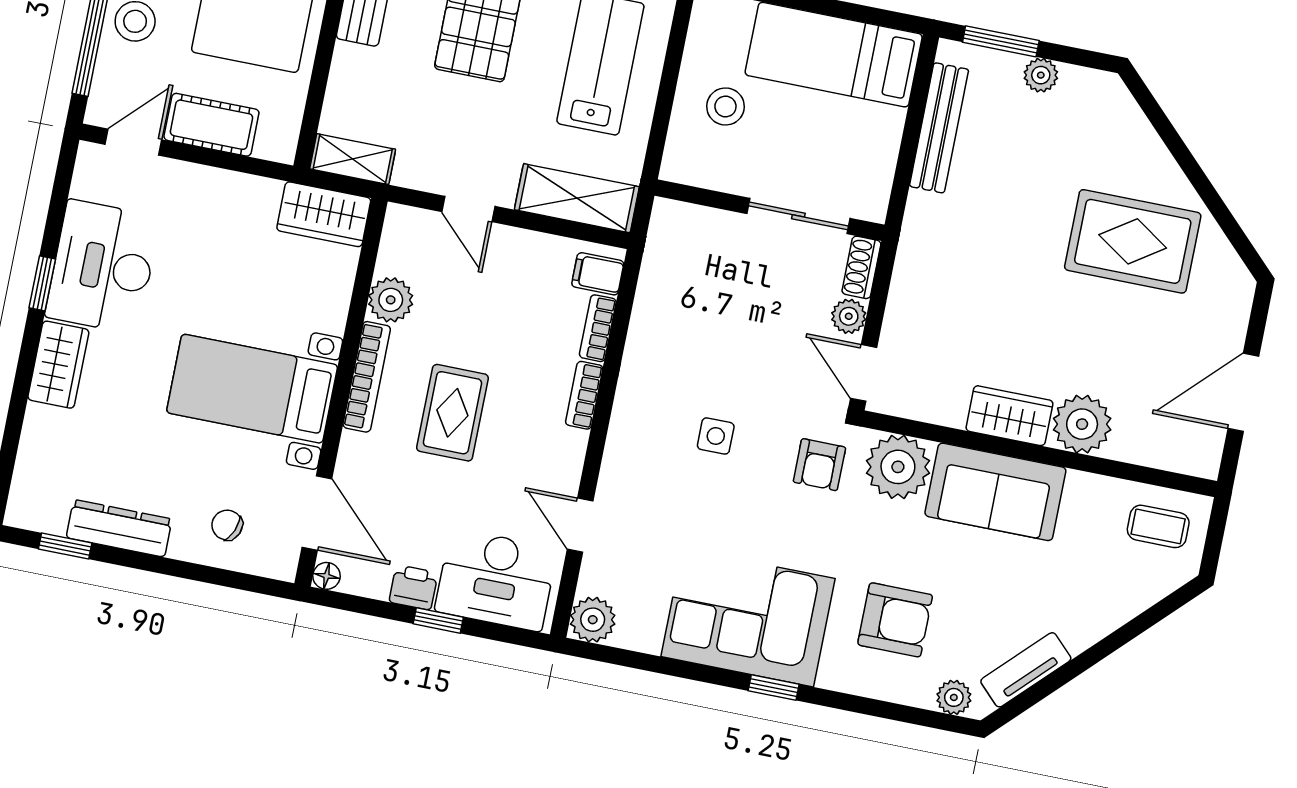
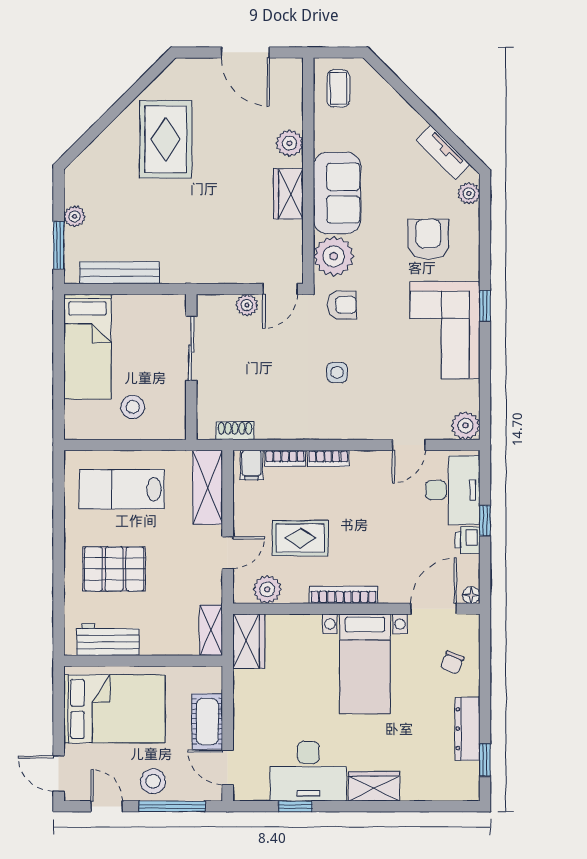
shoe rack: (861, 267) -> (235, 431), moved, turned 180
window: (42, 283) -> (295, 806), moved
plant: (391, 300) -> (267, 589), moved
rug: (452, 413) -> (300, 538), moved
plant: (1082, 424) -> (290, 143), width x0.73, depth x0.73

